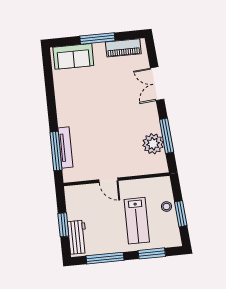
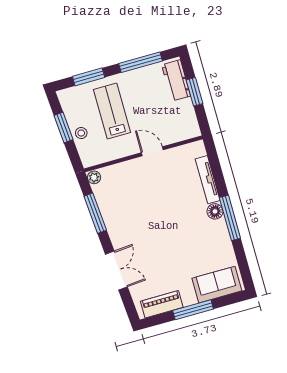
floor lamp: (64, 119) -> (215, 211), added
plant: (153, 144) -> (94, 177), moved, width x0.53, depth x0.53
window: (56, 151) -> (230, 218), moved

